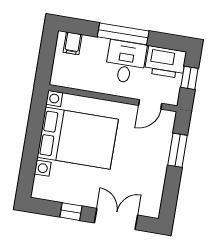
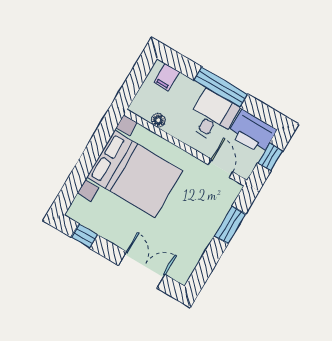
floor lamp: (80, 84) -> (158, 120), added
door: (150, 104) -> (220, 168), swing flipped
window: (71, 212) -> (84, 236), moved

